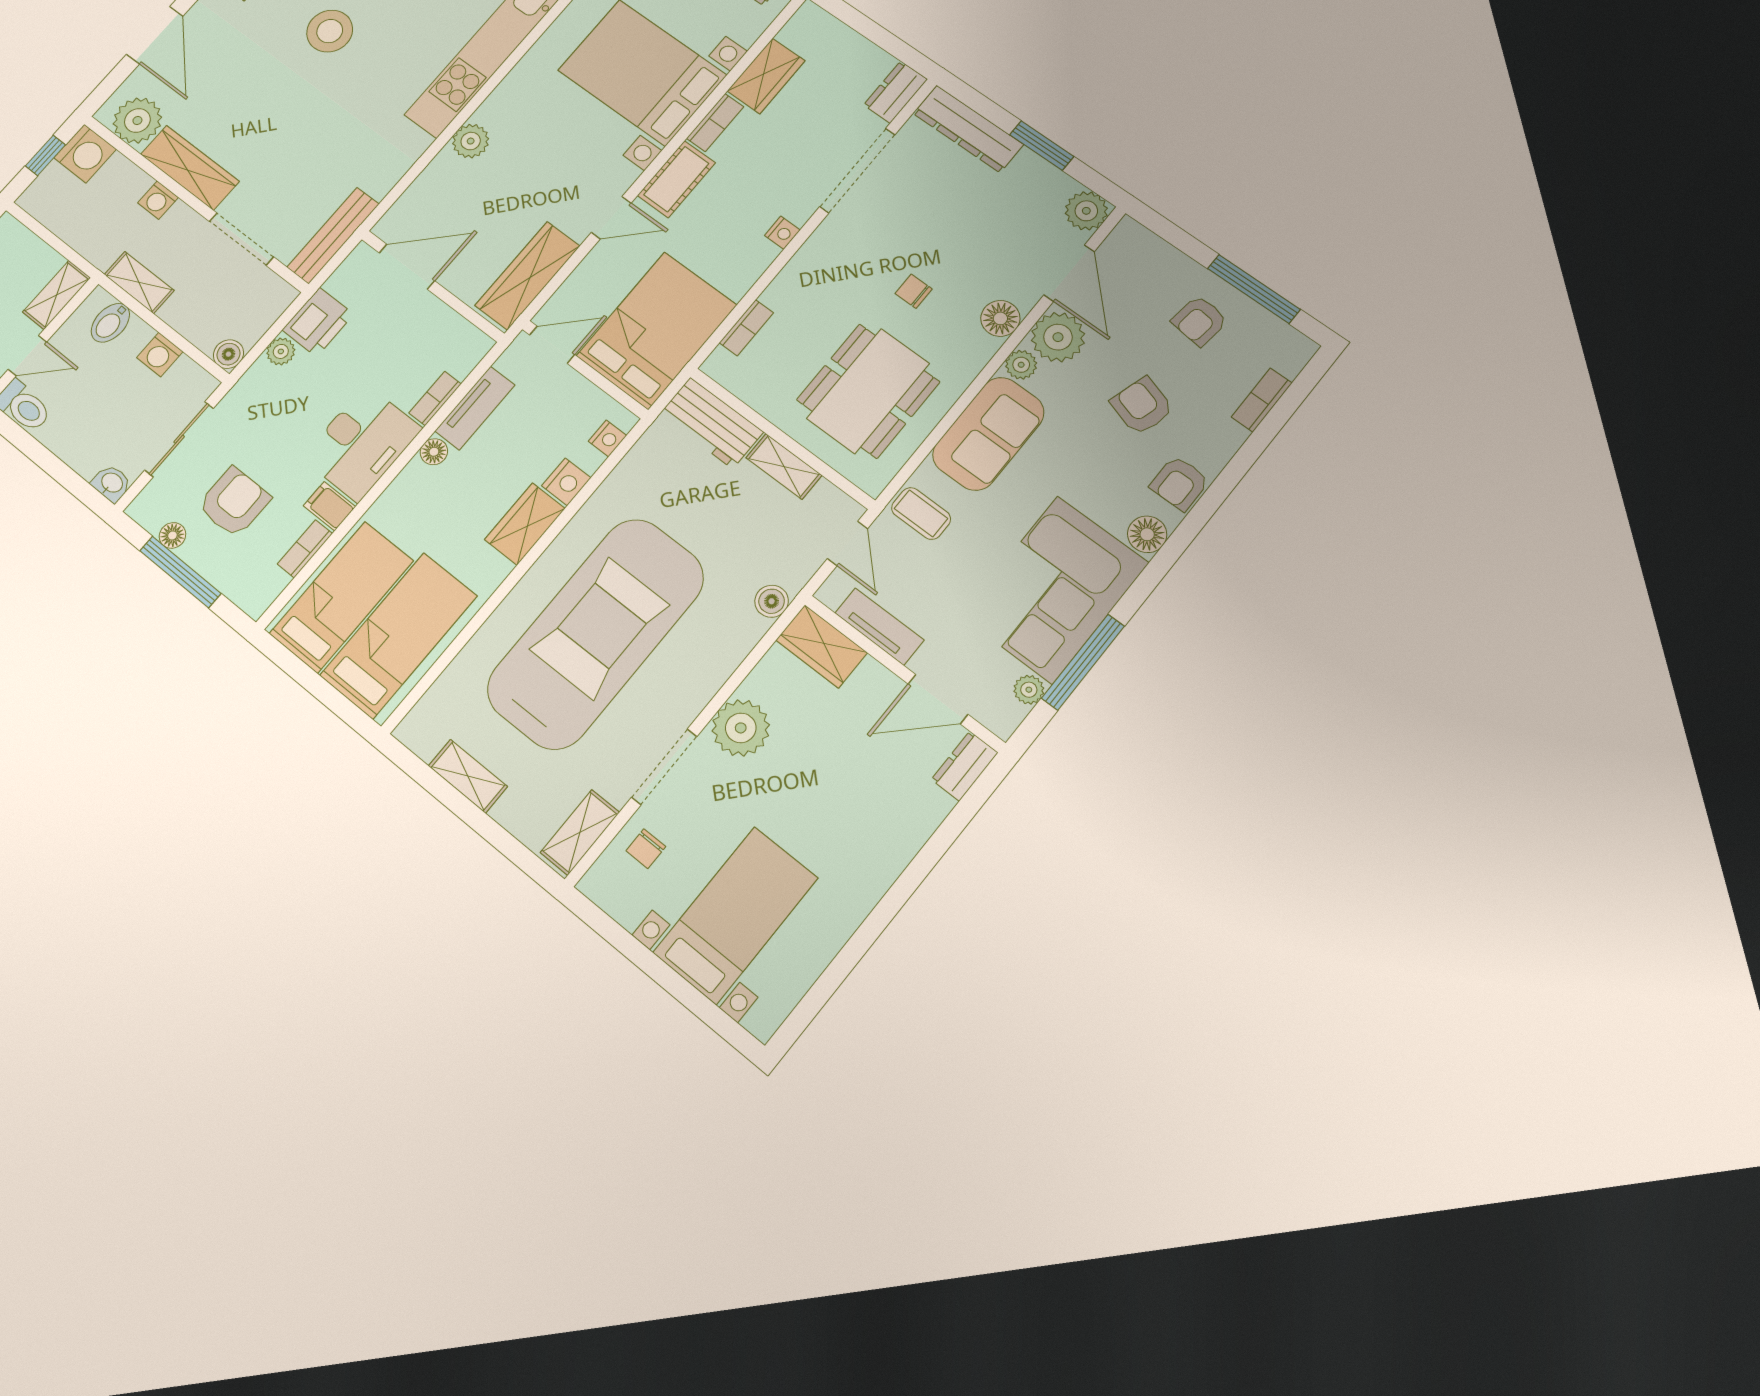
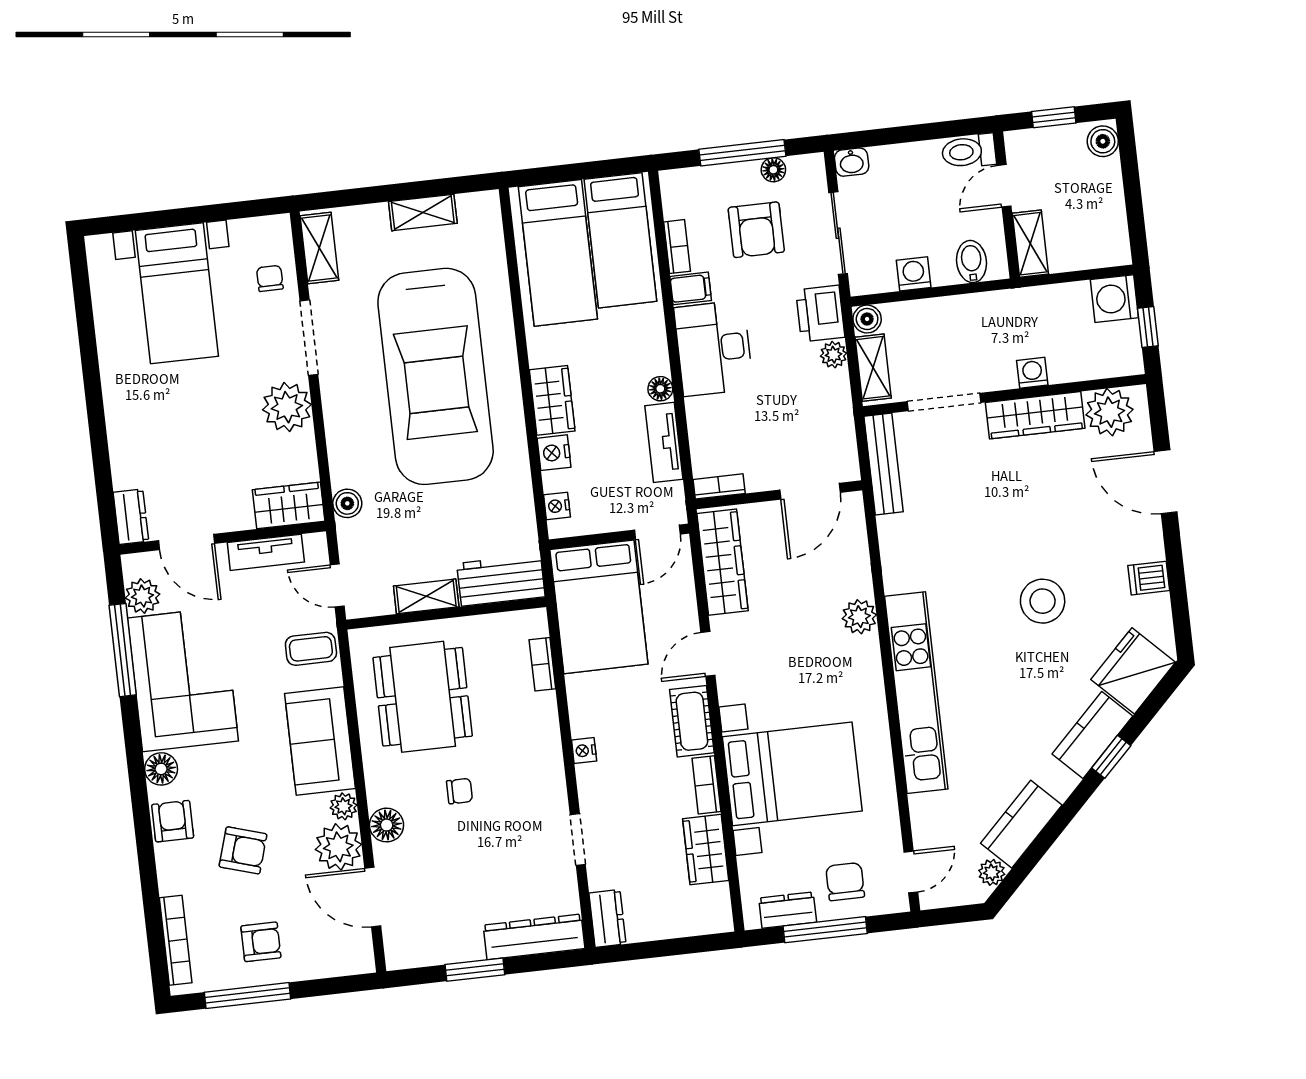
washing machine: (85, 154) -> (1114, 299), moved
doorway: (857, 171) -> (578, 839), width x0.53
plant: (1086, 211) -> (403, 951), removed
shelving: (139, 282) -> (873, 368), moved, turned 90
armchair: (1200, 321) -> (261, 942), turned 83
printer: (318, 322) -> (820, 314), moved
bookcase: (435, 398) -> (719, 486), moved, turned -90
bookcase: (1262, 400) -> (176, 940), width x1.56
plant: (1029, 690) -> (143, 596), width x1.38, depth x1.38
door: (938, 699) -> (187, 542), swing flipped

